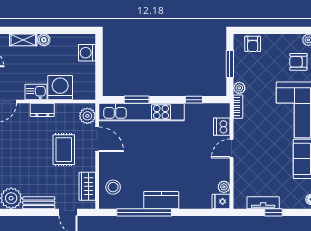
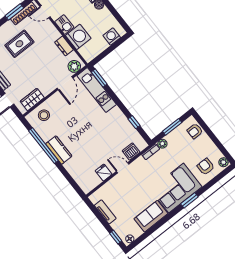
window: (137, 100) -> (99, 78), moved
dresser: (42, 110) -> (64, 46), moved
kitchen unit: (141, 112) -> (97, 90), width x0.73
rug: (64, 150) -> (19, 44), moved
plant: (224, 187) -> (96, 181), removed
fridge: (221, 201) -> (104, 173), moved
window: (273, 212) -> (116, 237), moved

